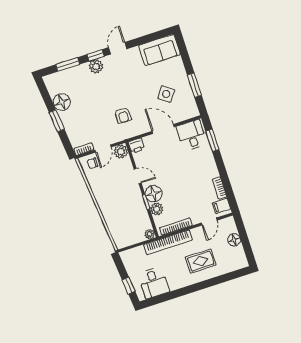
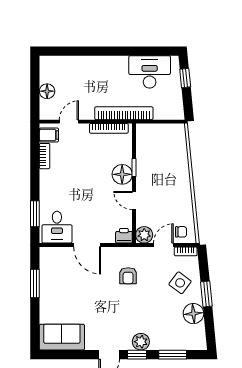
side table: (166, 94) -> (180, 283), moved
armchair: (123, 115) -> (128, 276), turned 180
plant: (157, 209) -> (124, 155), removed
plant: (150, 234) -> (142, 129), removed
rug: (201, 261) -> (93, 79), removed
desk: (154, 283) -> (150, 72), width x1.37

